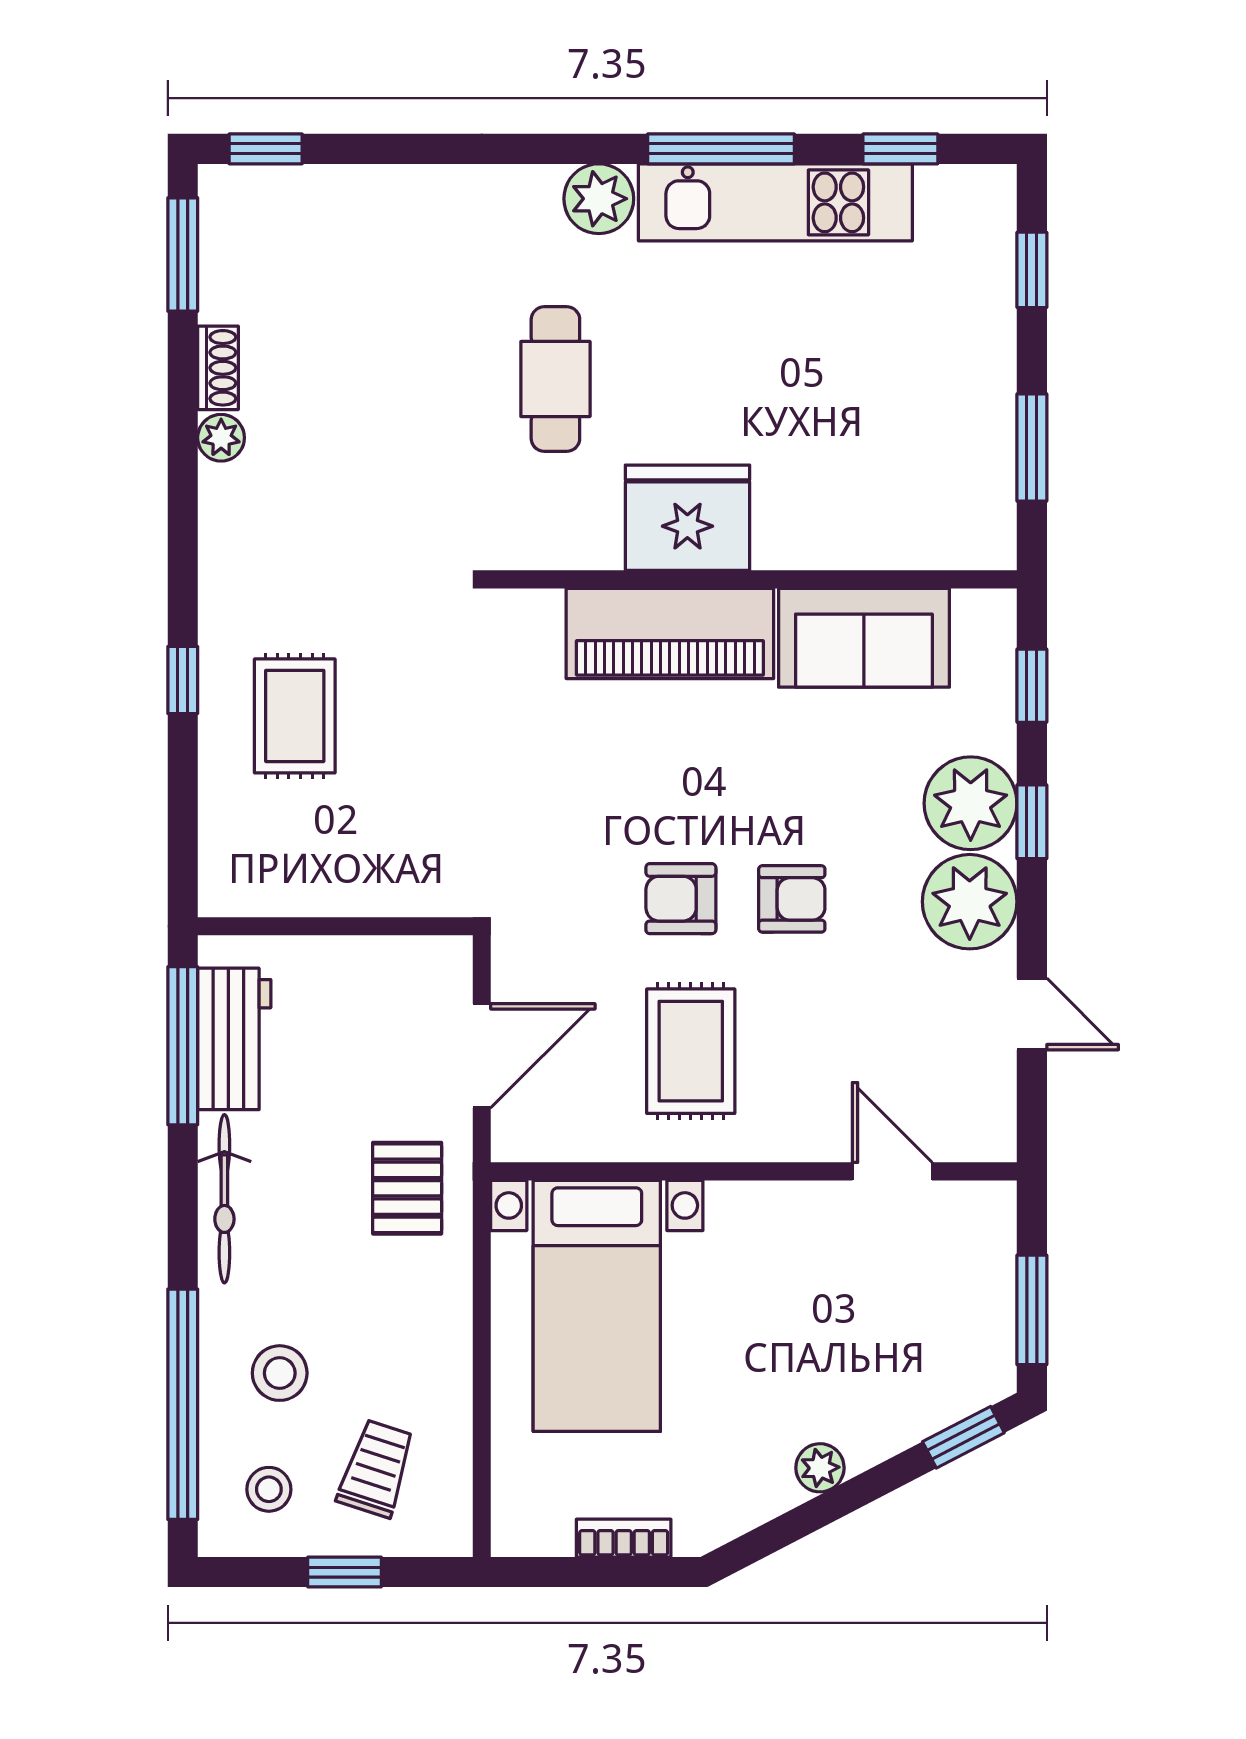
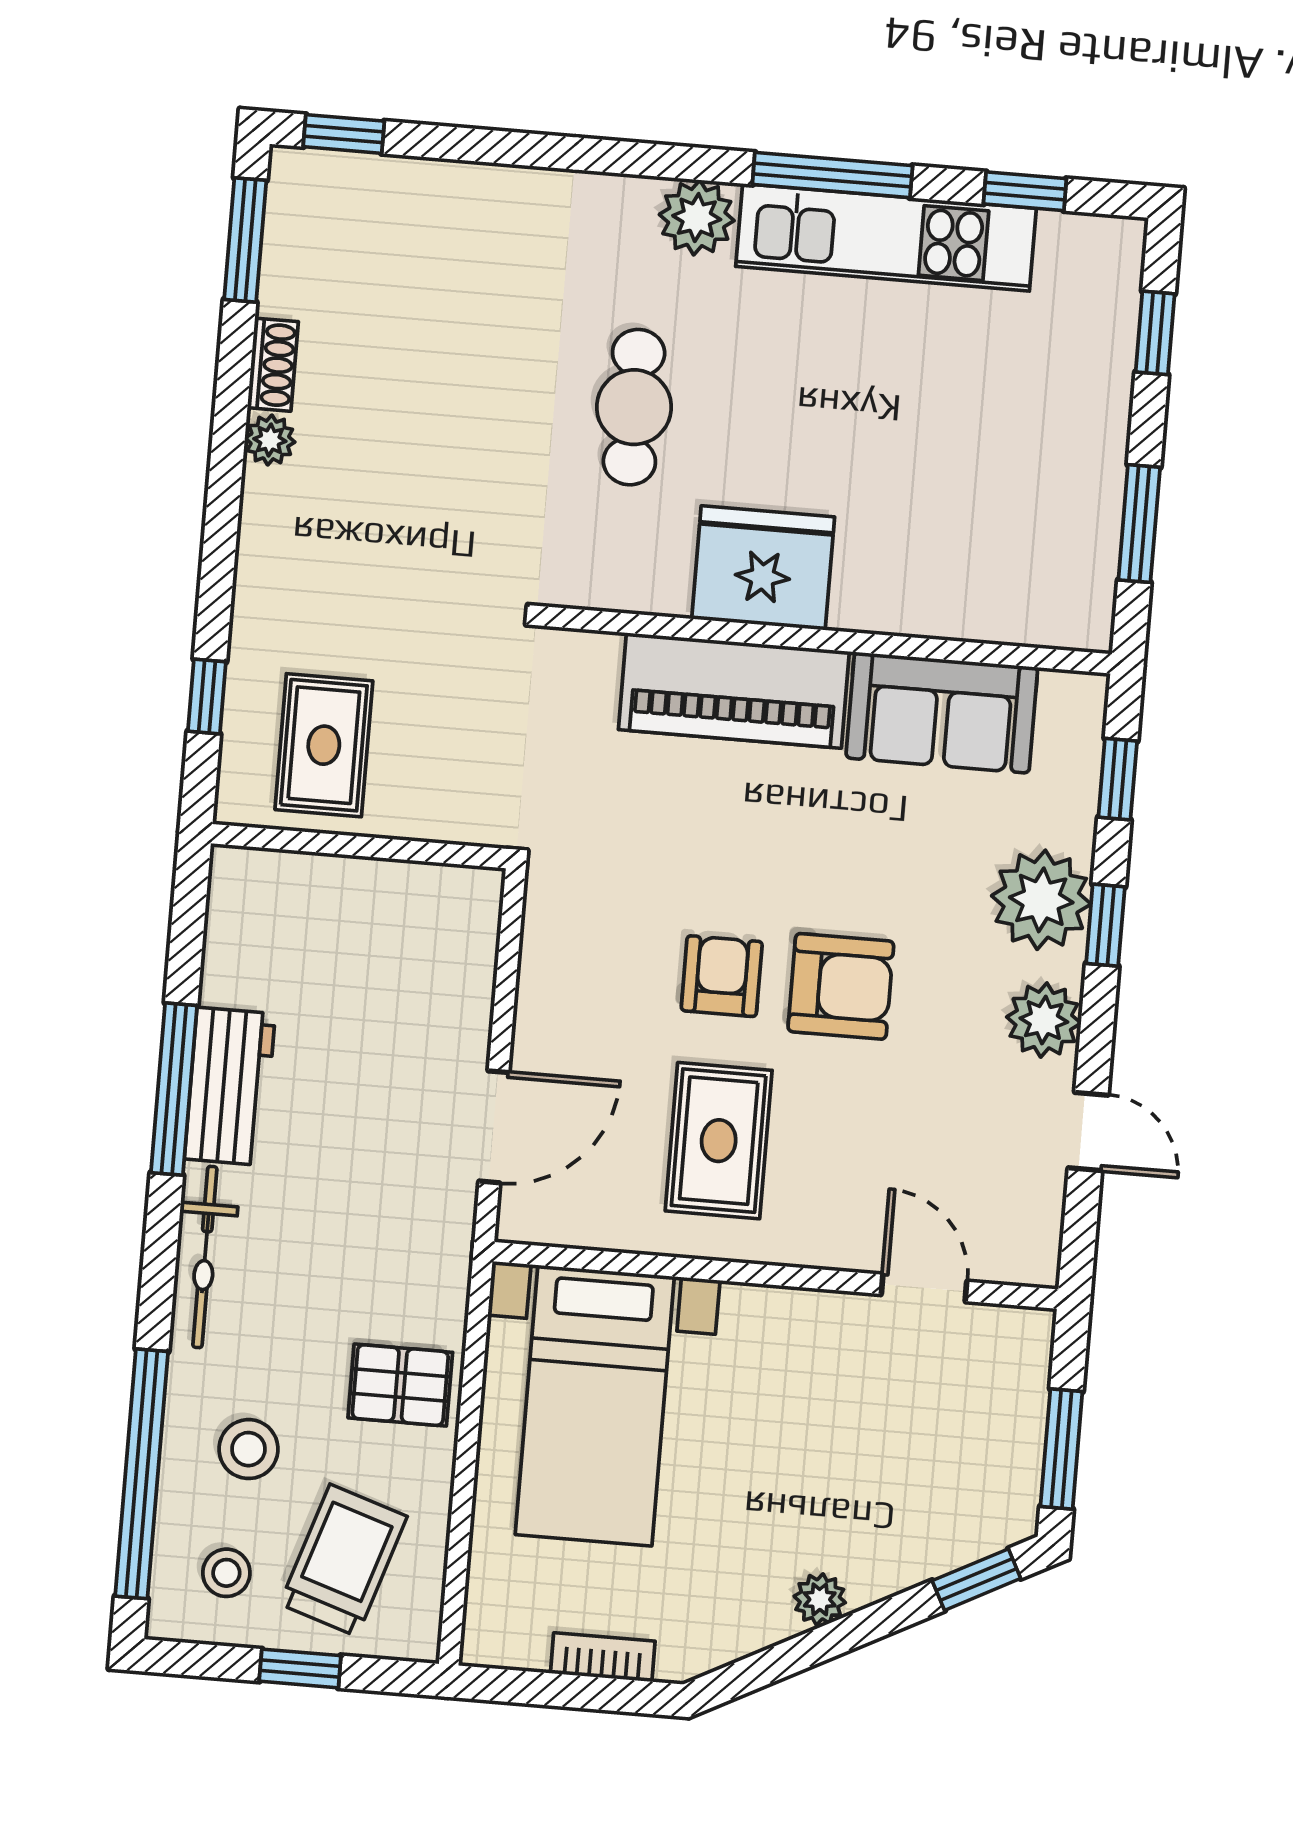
armchair: (681, 899) -> (722, 976), turned 90
armchair: (792, 899) -> (841, 986), width x1.38, depth x1.38
plant: (970, 902) -> (1044, 1020), width x0.73, depth x0.73
wall: (335, 926) -> (359, 846), moved
pallet: (407, 1188) -> (400, 1385), moved, turned 90
trolley: (376, 1469) -> (343, 1560), width x1.36, depth x1.39

